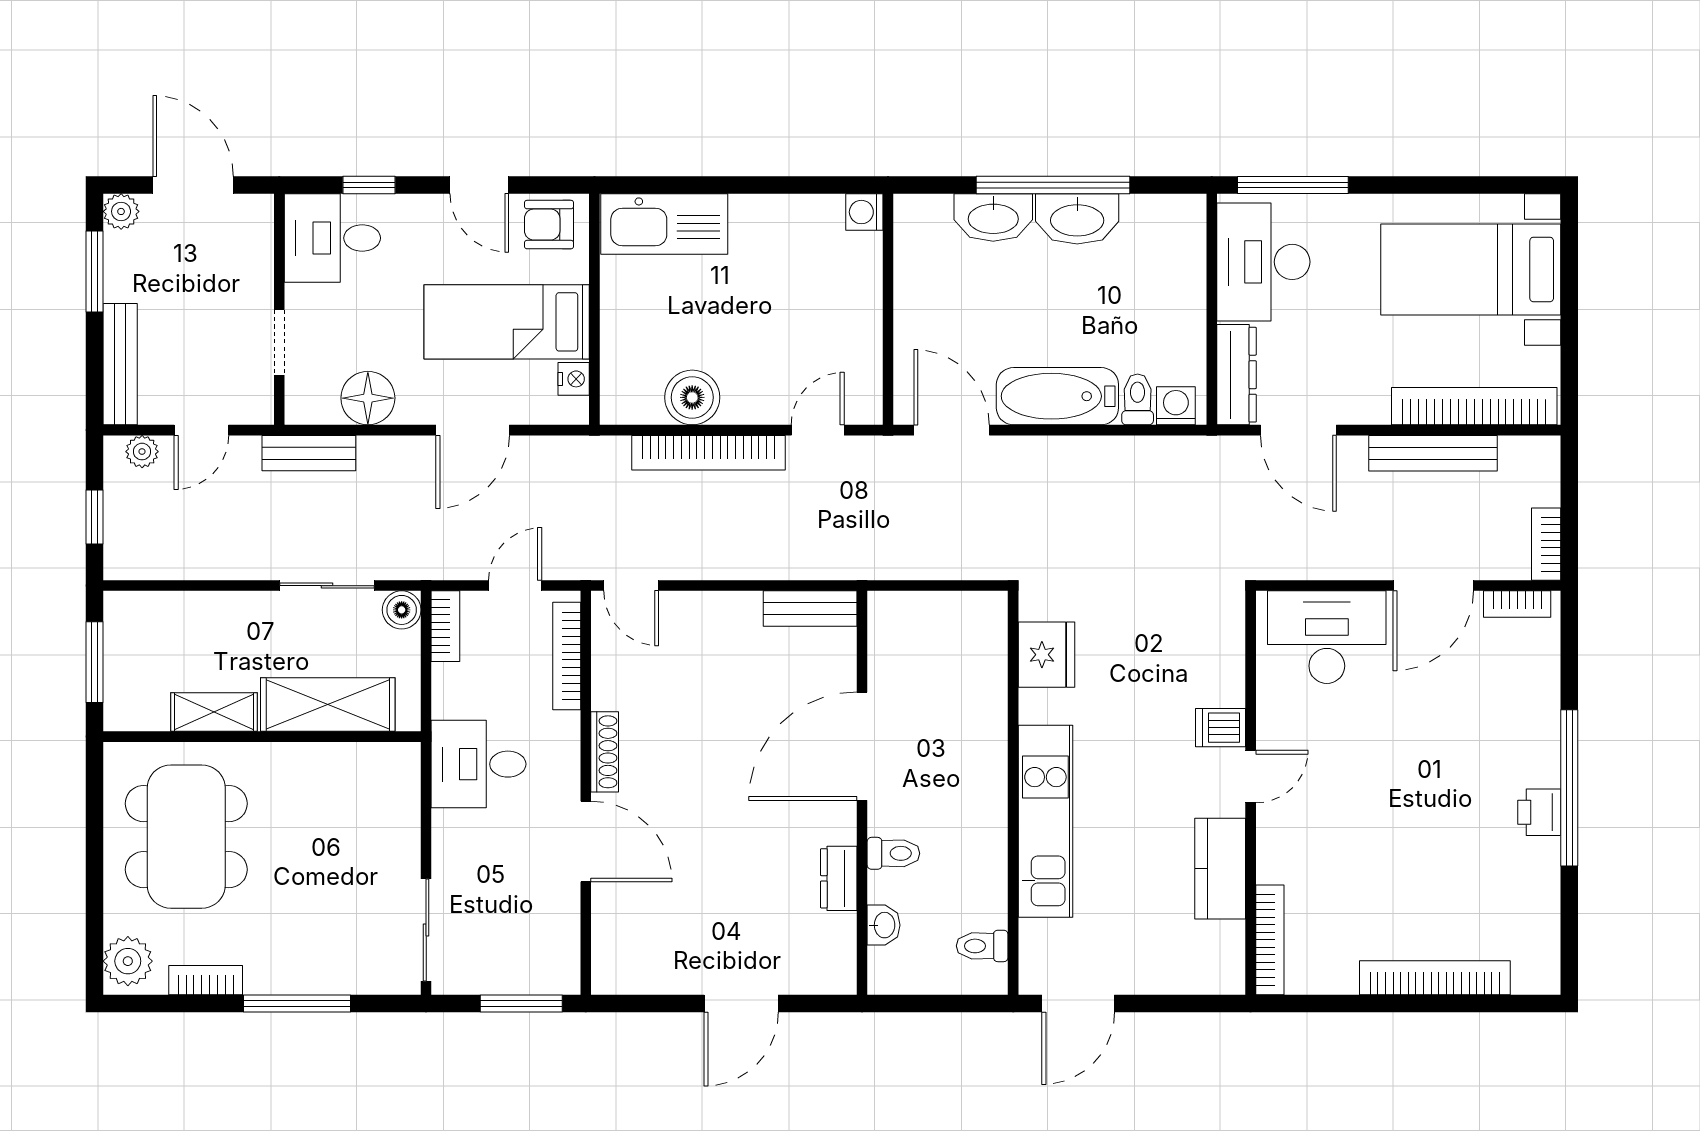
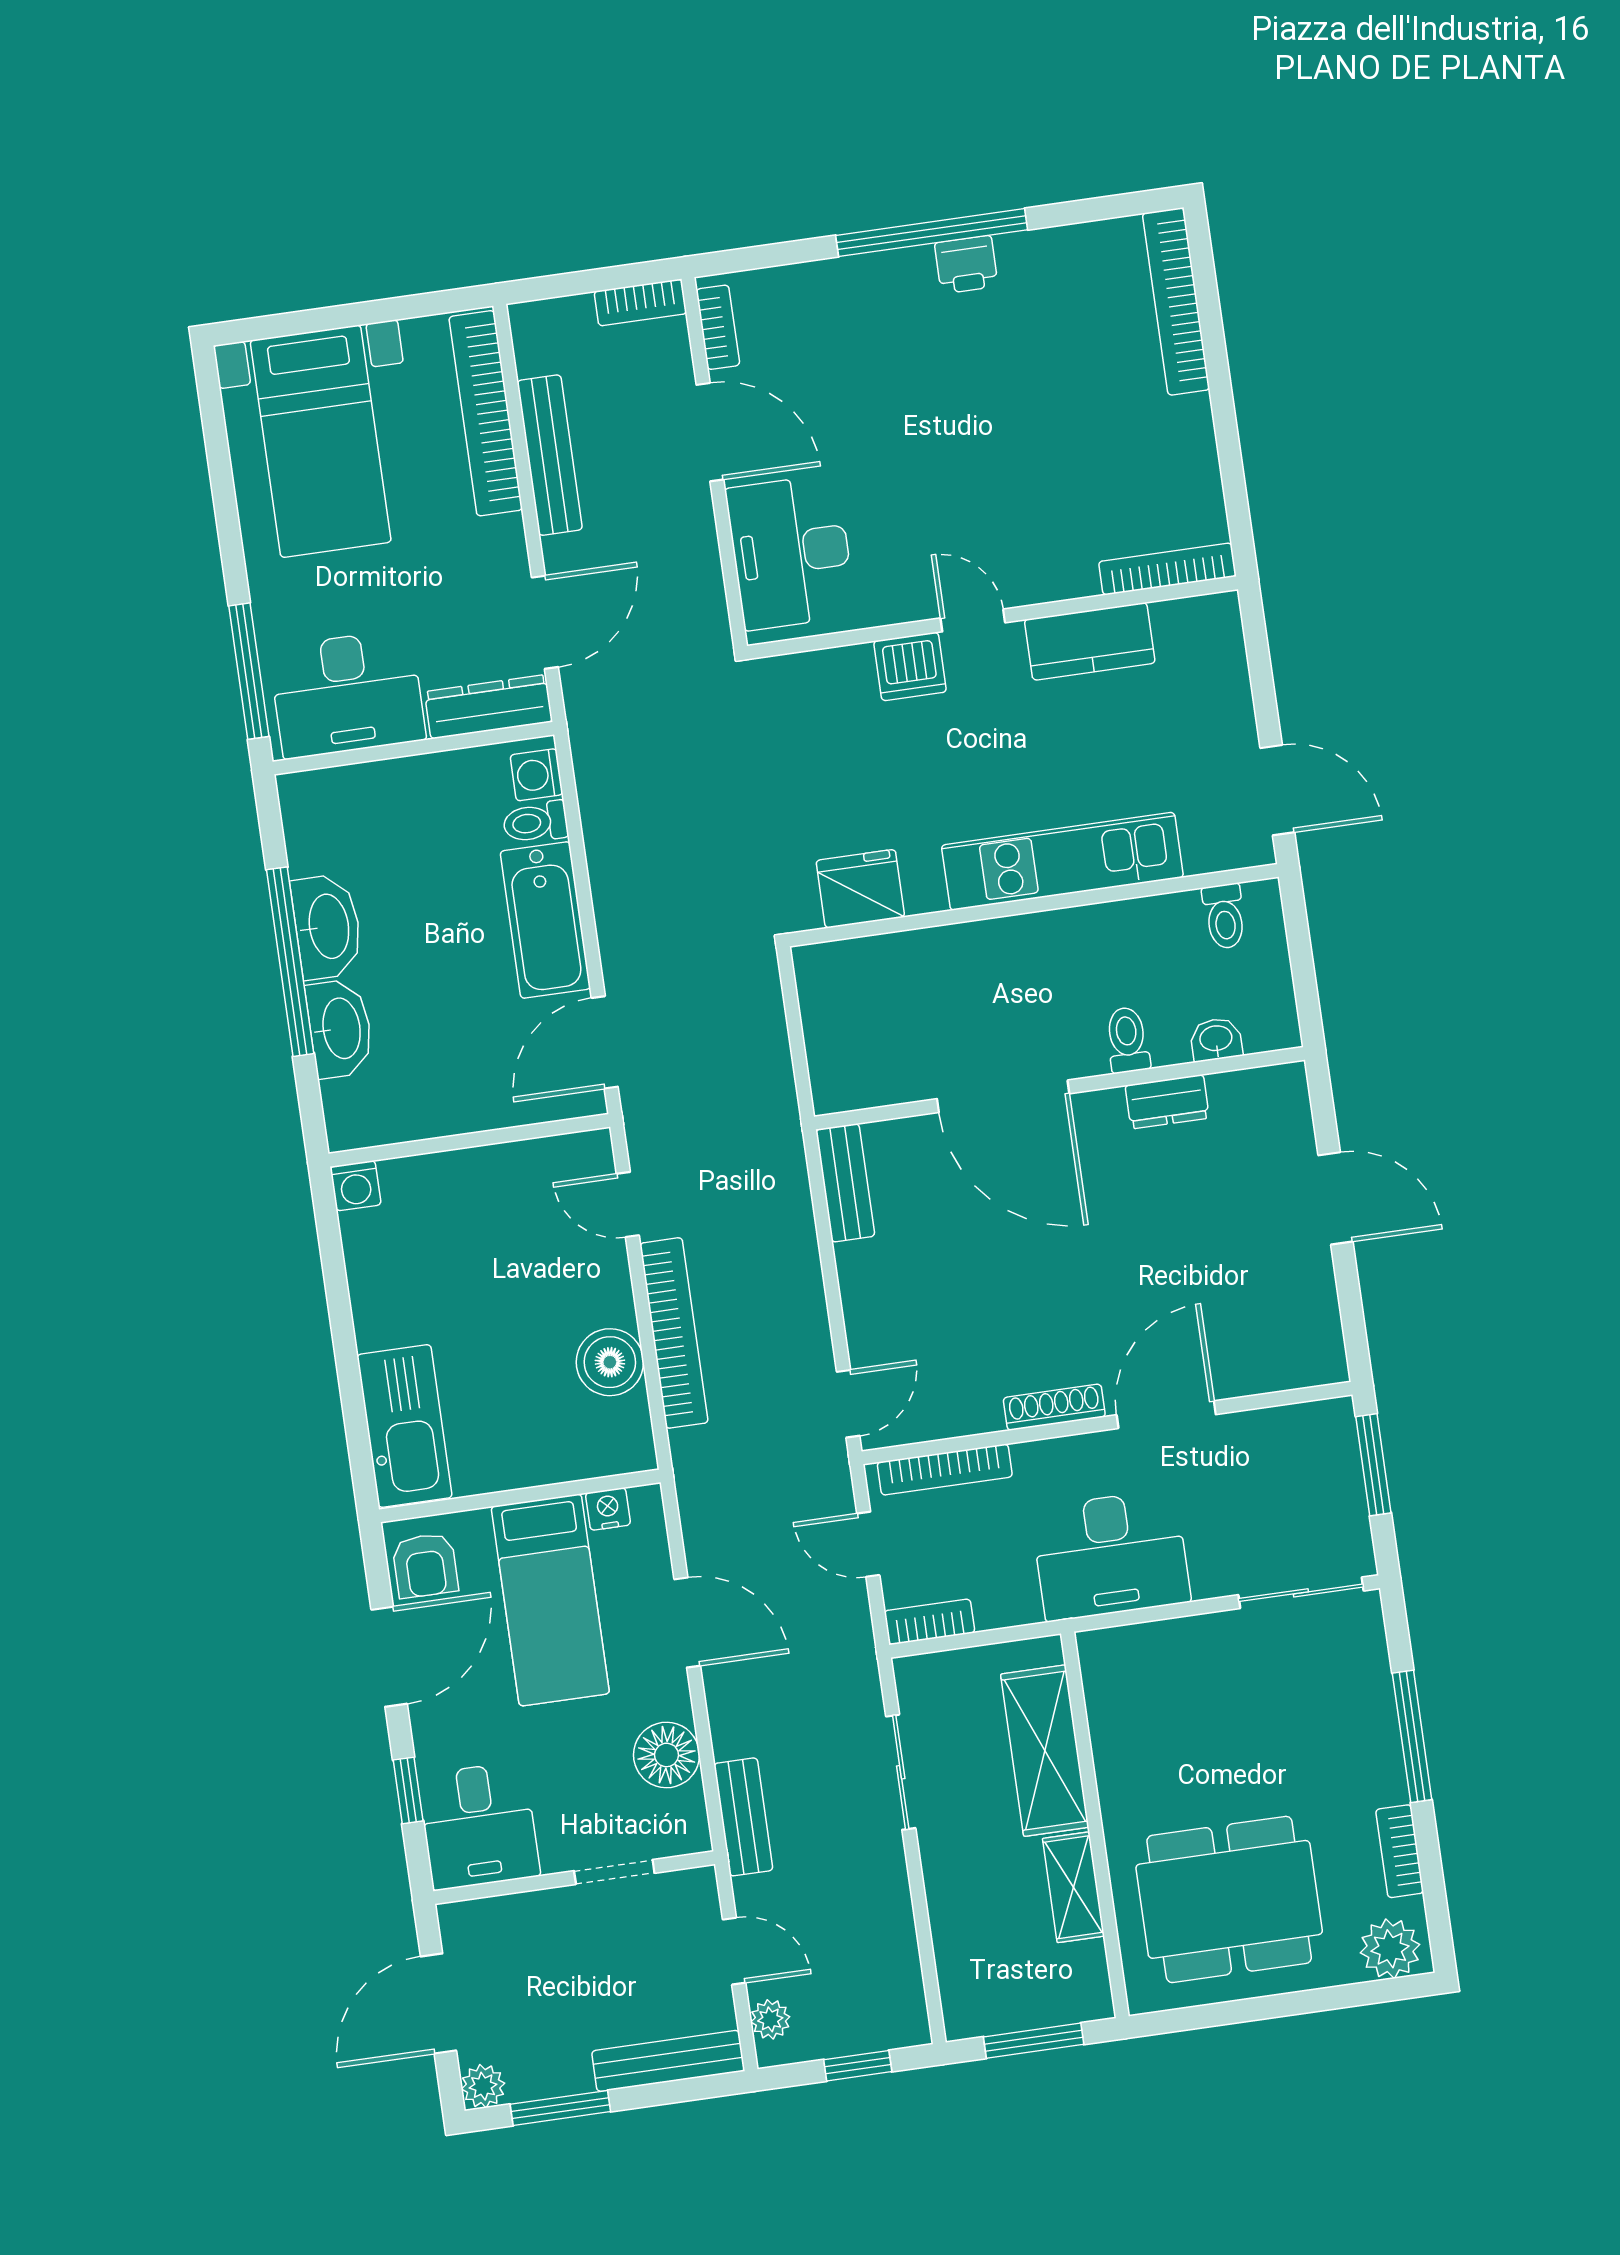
door: (479, 185) -> (389, 1657), width x1.38
boiler: (402, 610) -> (917, 1678), removed
dishwasher: (1221, 728) -> (910, 667), width x1.38
desk: (479, 764) -> (1111, 1555), width x1.37
bookcase: (1435, 978) -> (1176, 302), moved

